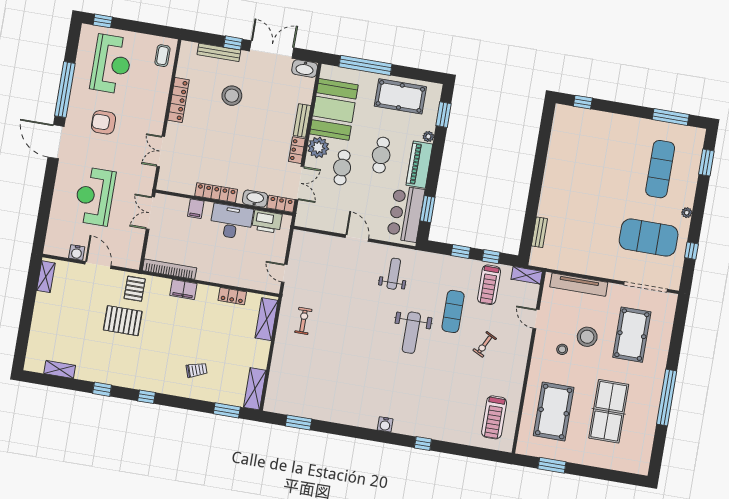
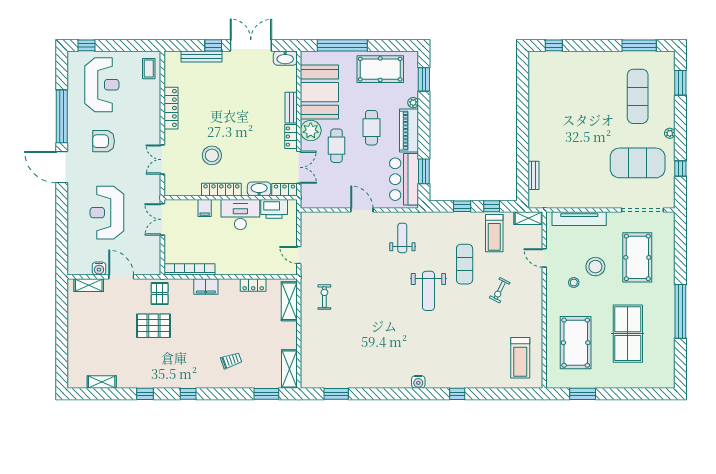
stool: (232, 96) -> (212, 155), moved
shelving: (46, 277) -> (89, 285), moved, turned 90

